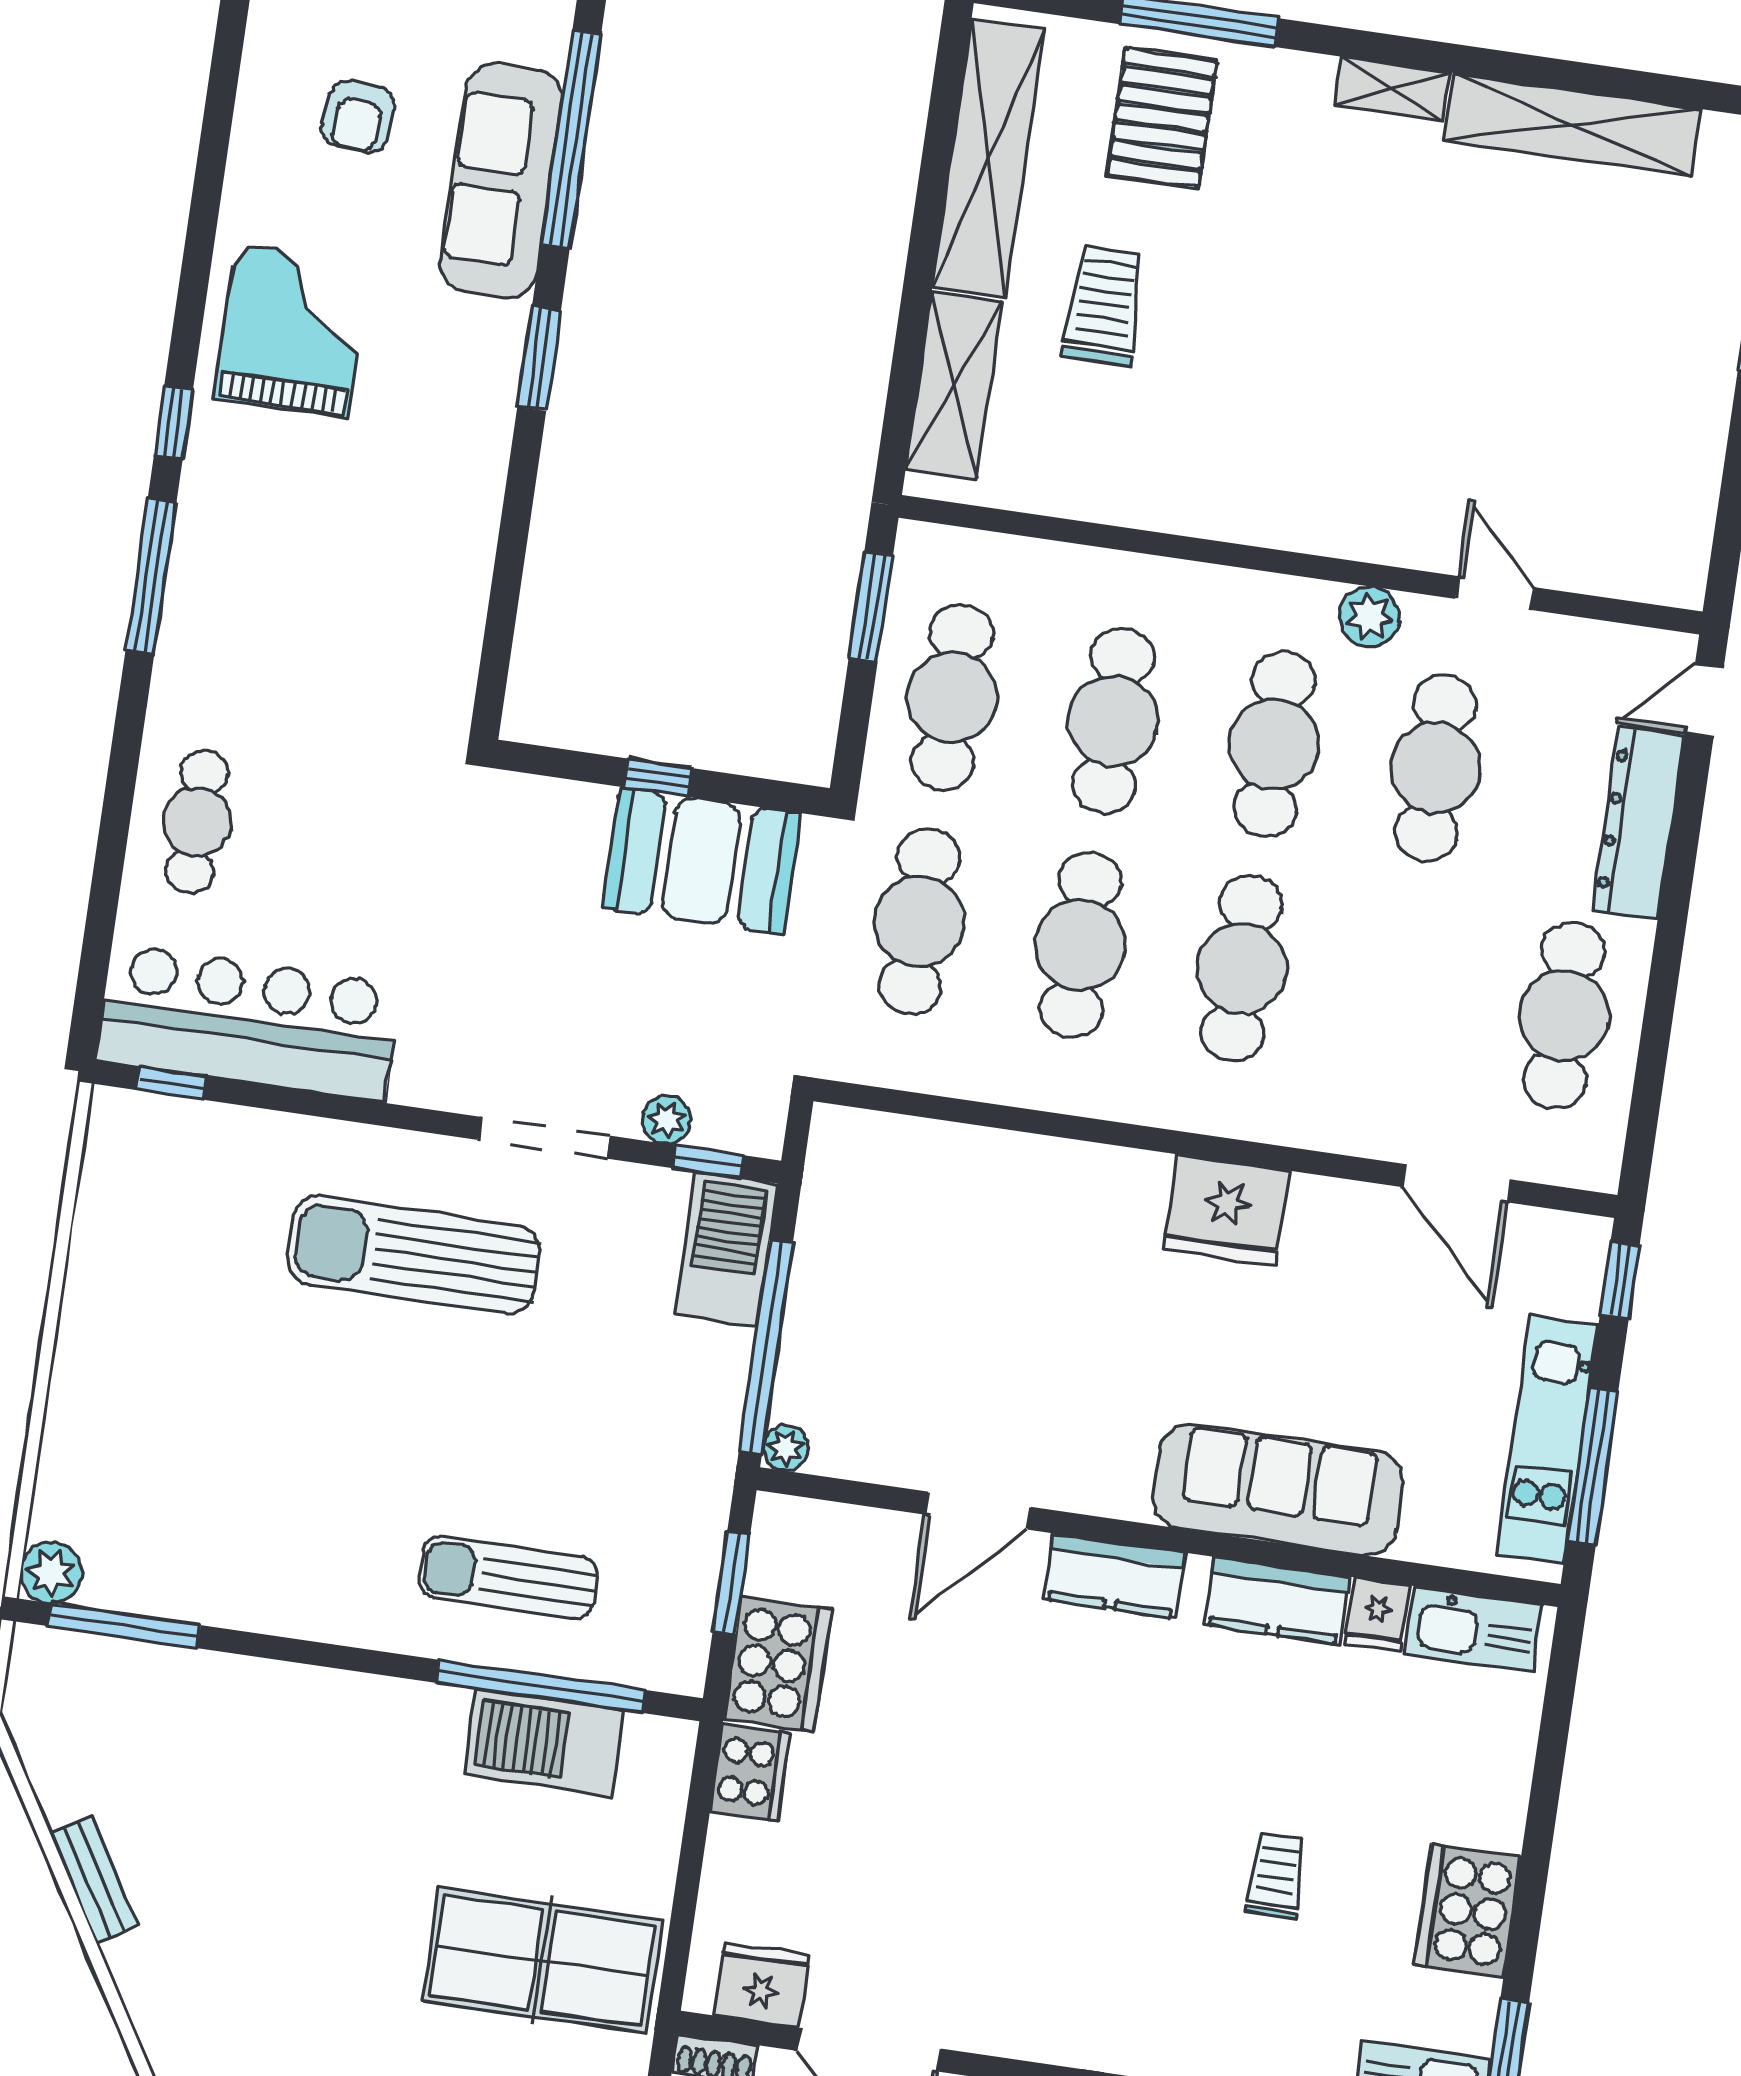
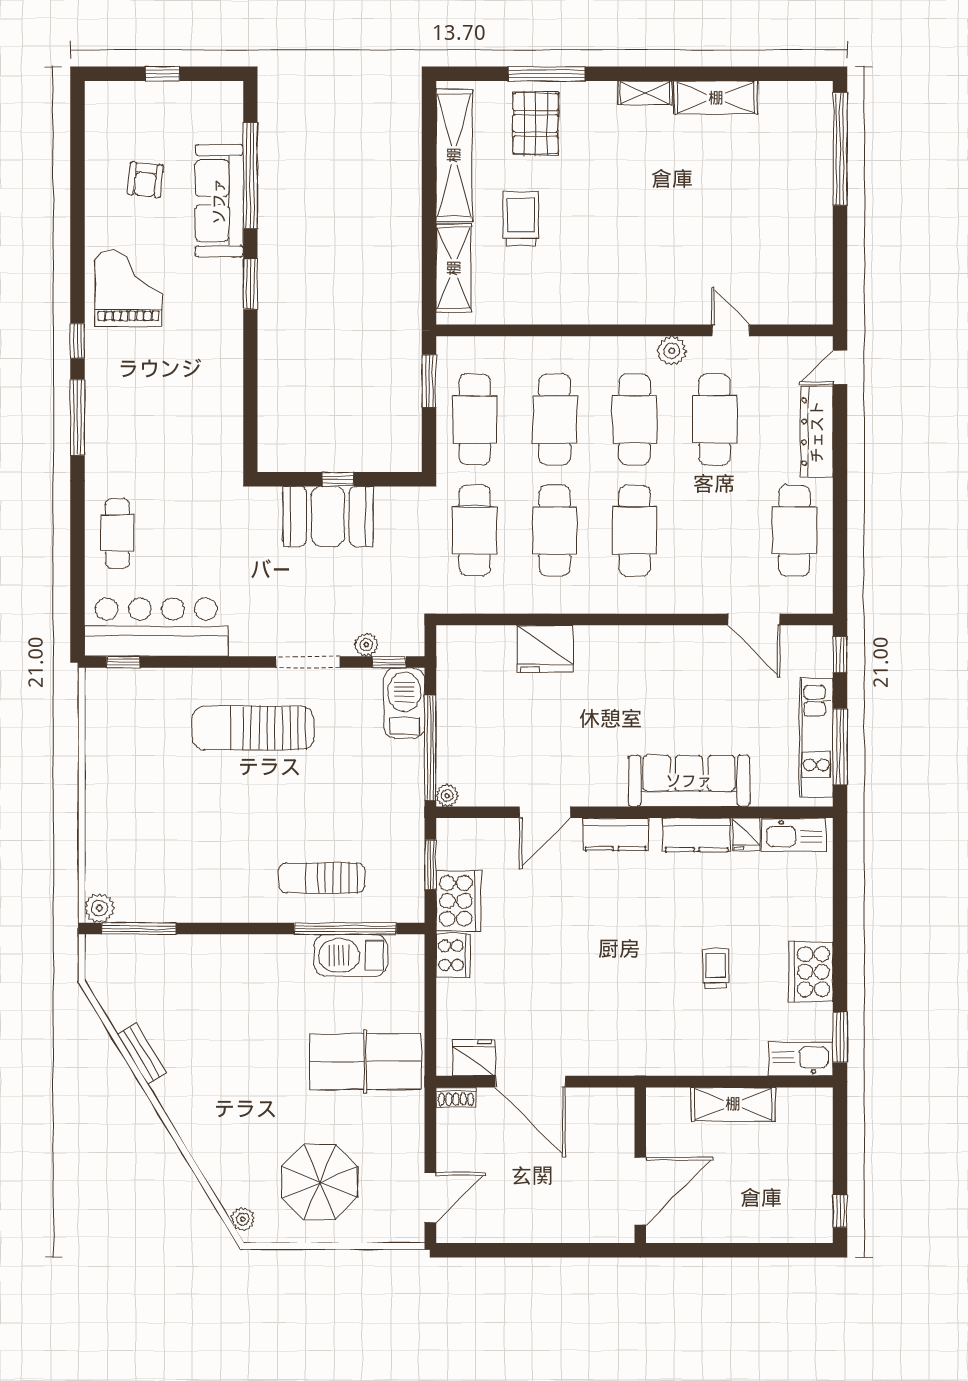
shelving: (1572, 125) -> (716, 98), width x0.68
booth: (702, 861) -> (328, 516), moved
fridge: (1226, 1210) -> (545, 649), moved

